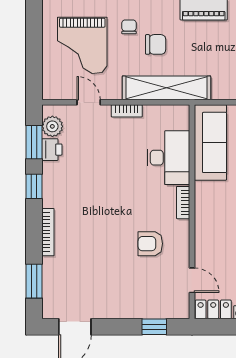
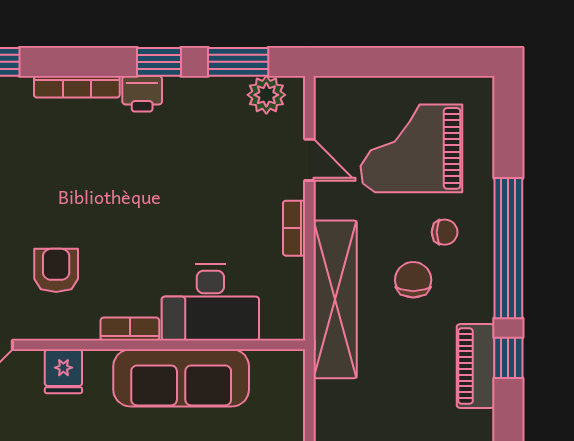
chair: (156, 44) -> (413, 280), turned 180
door: (89, 102) -> (309, 160), hinge flipped
sofa: (210, 142) -> (181, 378), moved
printer: (52, 150) -> (142, 94), moved
fridge: (207, 240) -> (63, 371), added

